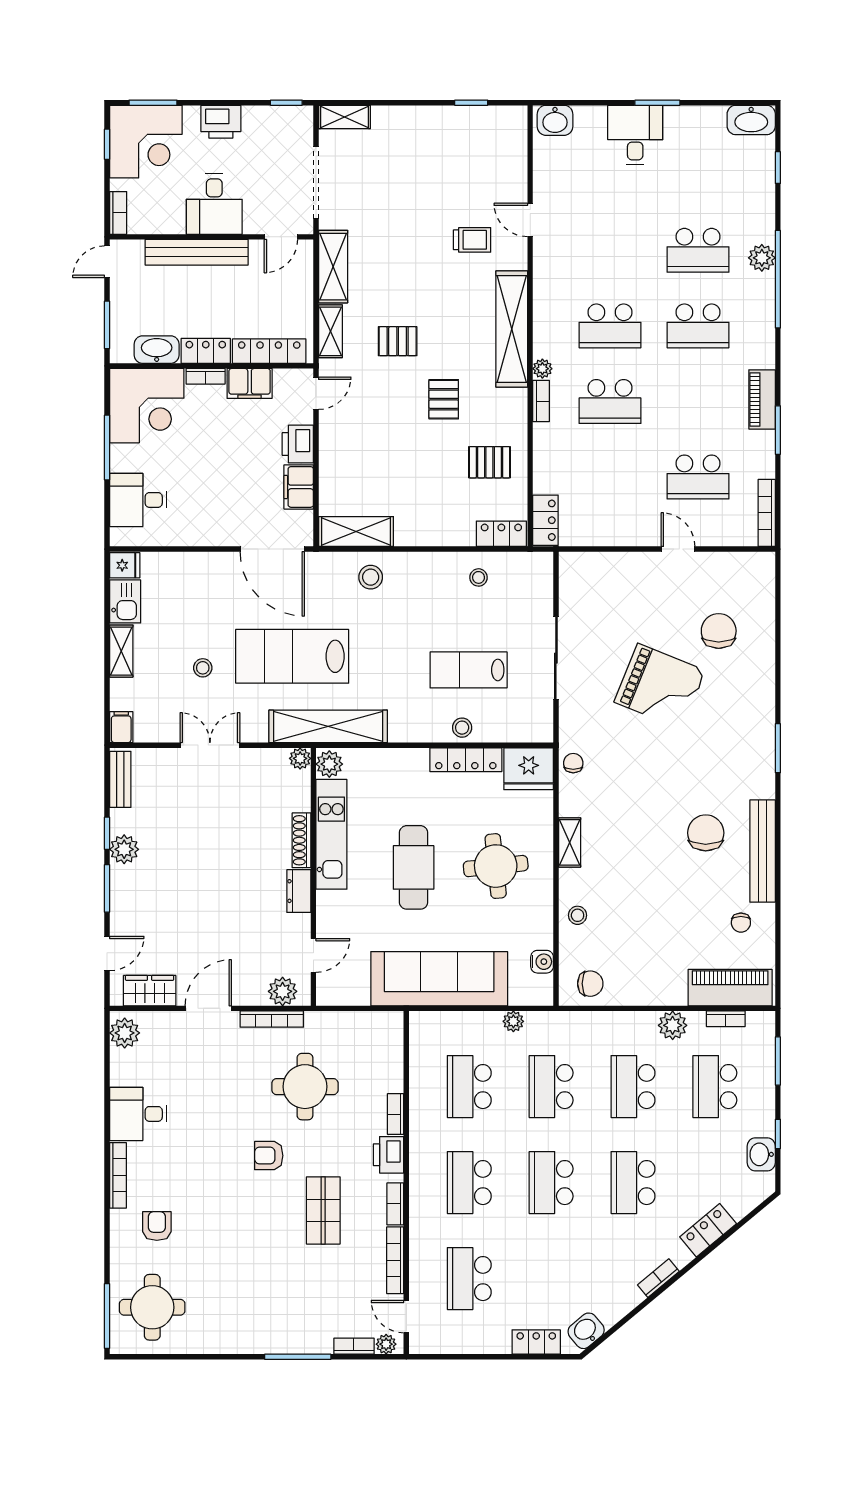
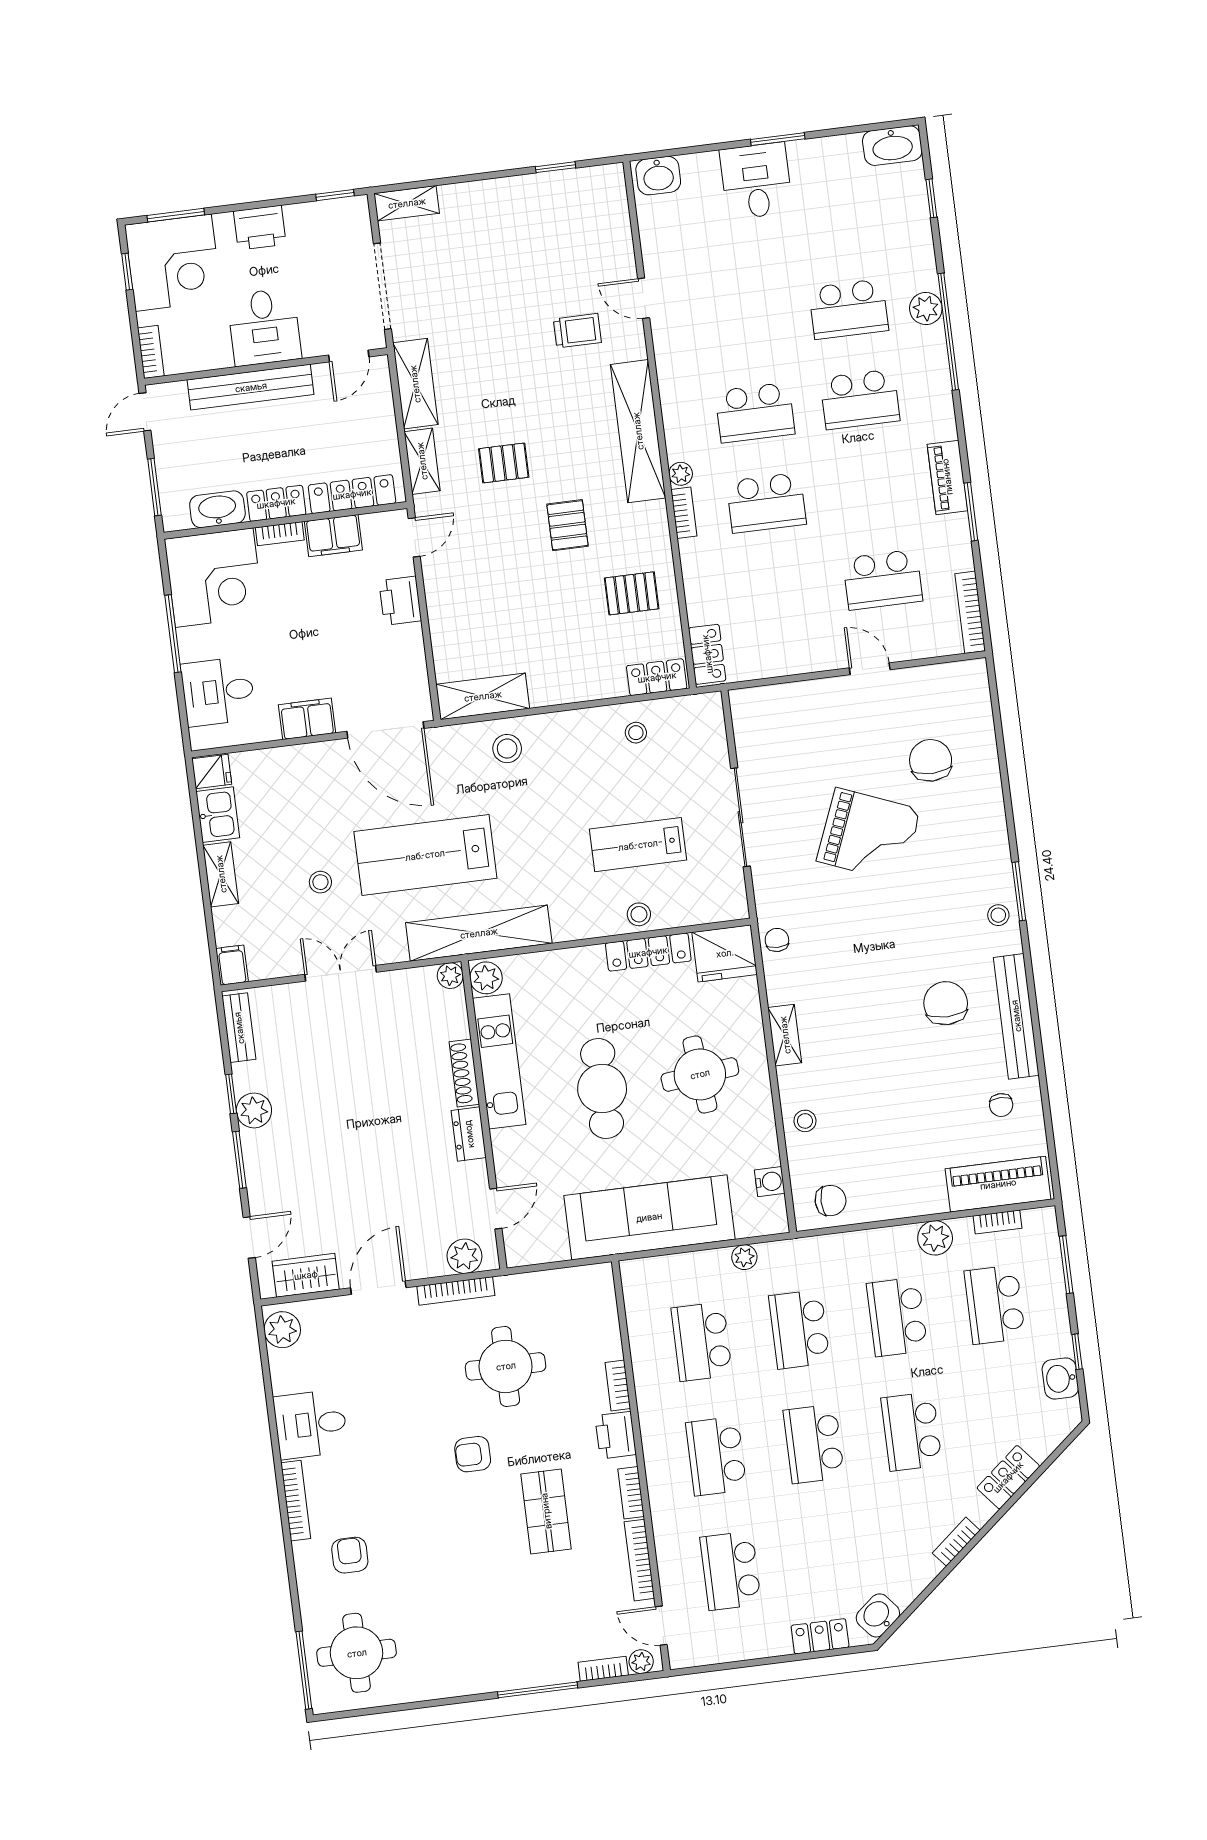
filing cabinet: (299, 487) -> (307, 719), moved, turned 90
stool: (758, 766) -> (998, 915), added

